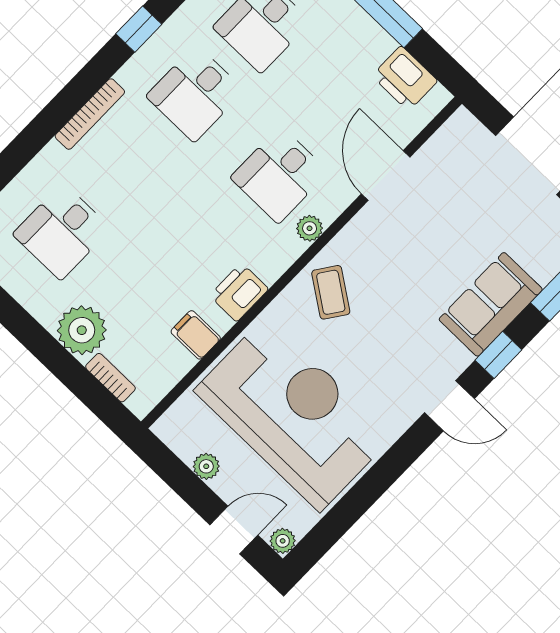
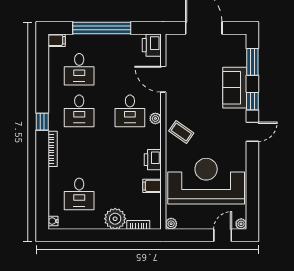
window: (139, 29) -> (42, 122), moved
printer: (405, 78) -> (152, 45), moved, turned 90
plant: (206, 466) -> (171, 224), moved

